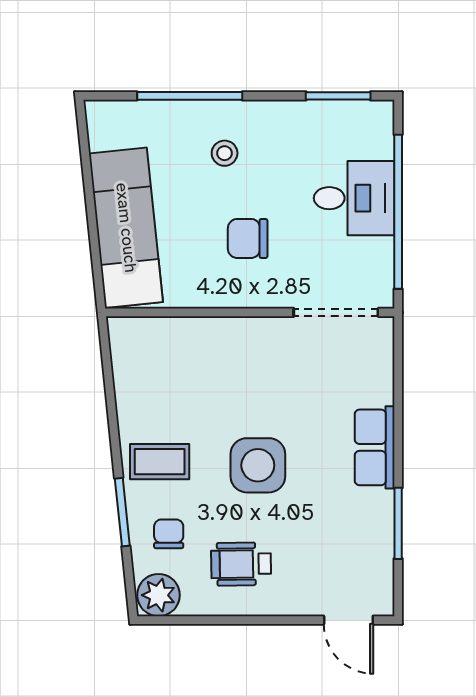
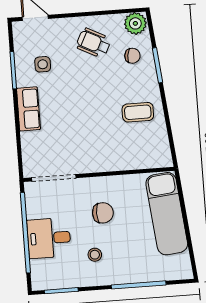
stool: (225, 153) -> (95, 255), moved
coffee table: (160, 462) -> (138, 112), moved
side table: (258, 465) -> (43, 64), moved, width x0.54, depth x0.54
chair: (169, 534) -> (132, 56), turned -82
wheelchair: (241, 564) -> (94, 43), turned -152

